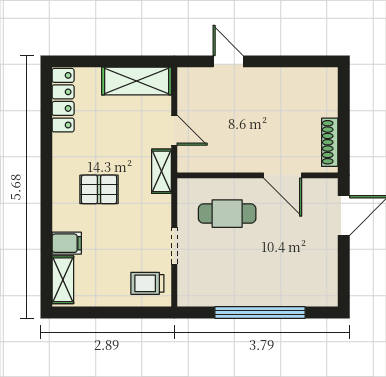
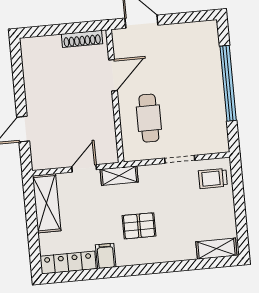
pallet: (99, 189) -> (139, 226), turned 90
filing cabinet: (67, 243) -> (106, 256), moved
trolley: (147, 283) -> (213, 178), turned 90

